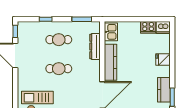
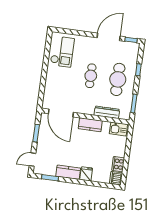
cafe table: (59, 40) -> (118, 79), width x1.37, depth x1.35
kitchen counter: (110, 62) -> (90, 125), width x0.67
kitchen counter: (164, 90) -> (68, 172), moved

